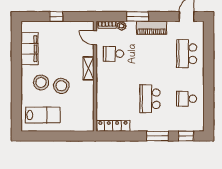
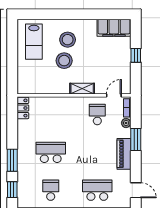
filing cabinet: (30, 49) -> (114, 28), moved
locker: (113, 126) -> (23, 108), width x0.66

